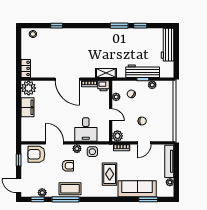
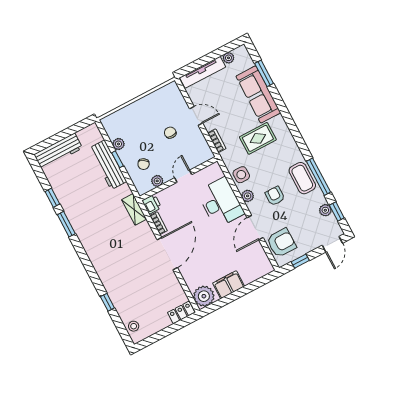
desk: (86, 129) -> (221, 203), width x1.37
plant: (117, 136) -> (205, 154), removed
armchair: (36, 154) -> (281, 243), turned -90

